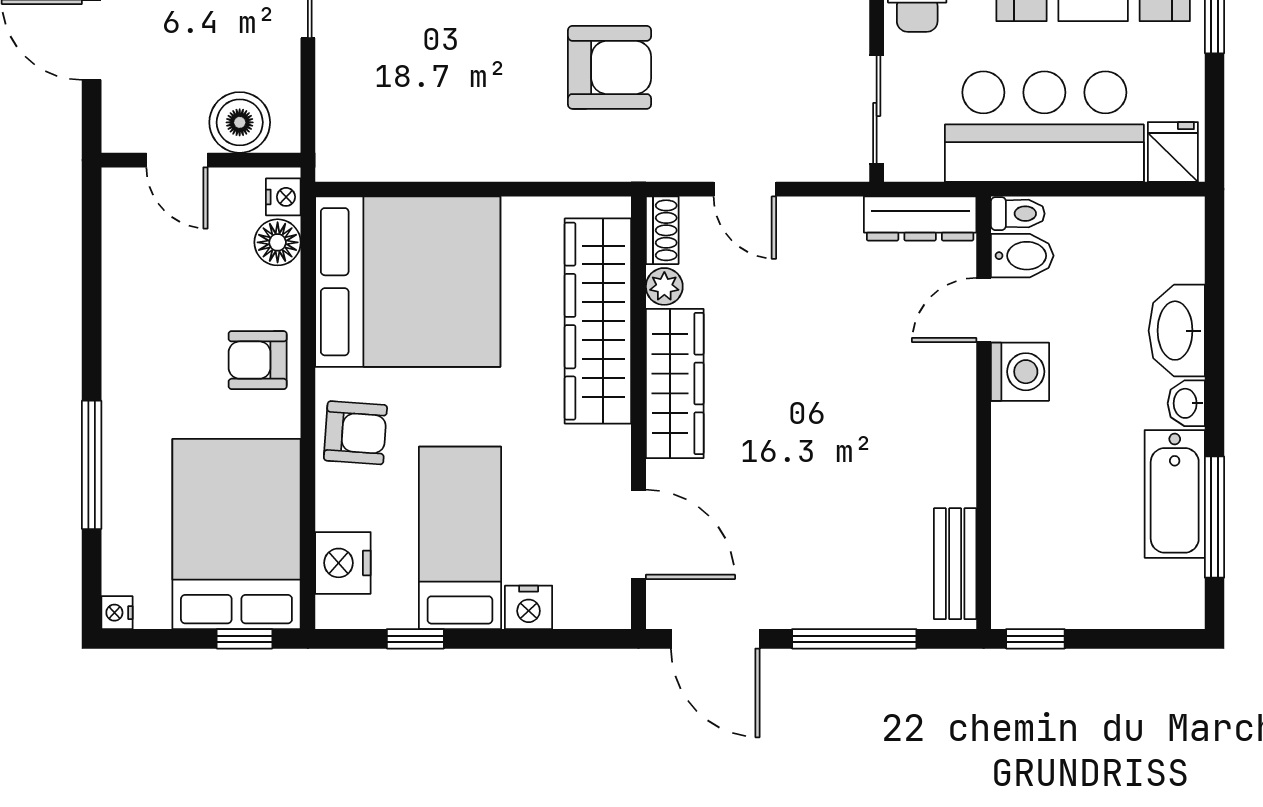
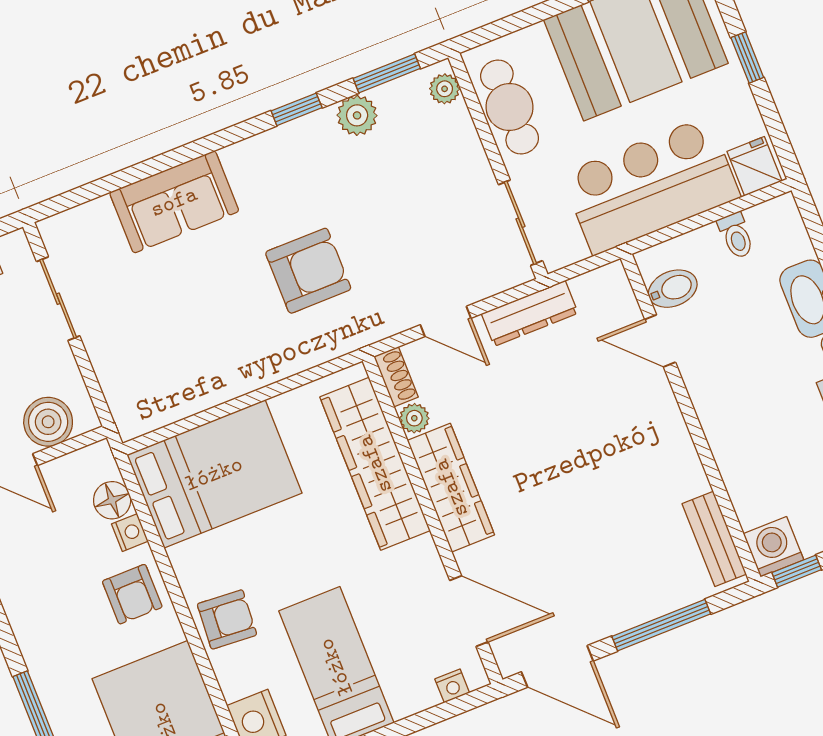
nightstand: (283, 197) -> (130, 533), moved
toilet: (1018, 214) -> (736, 236), moved, turned 90
dresser: (920, 219) -> (530, 313), moved
bed: (408, 282) -> (214, 474), width x0.73
door: (984, 310) -> (660, 341), hinge flipped
armchair: (258, 360) -> (132, 594), turned -90
washing machine: (1020, 372) -> (774, 547), moved, turned -90
nightstand: (529, 607) -> (452, 686), moved, width x0.72, depth x0.74

